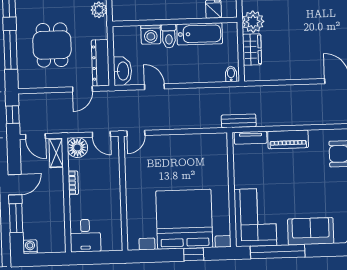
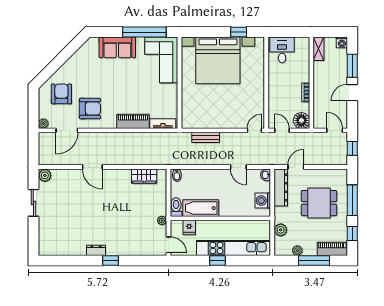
plant: (253, 22) -> (162, 220), width x0.53, depth x0.53
washing machine: (151, 34) -> (263, 201), moved, turned -90
toilet: (169, 36) -> (176, 207), moved
dining table: (52, 45) -> (319, 203), turned 90
wardrobe: (252, 49) -> (144, 176), moved, turned -90
washbasin: (122, 71) -> (266, 175), width x0.52, depth x0.69
bench: (239, 121) -> (206, 137), moved
shelving: (56, 153) -> (319, 49), moved
desk: (85, 236) -> (282, 50), moved
window: (194, 254) -> (239, 32), moved

